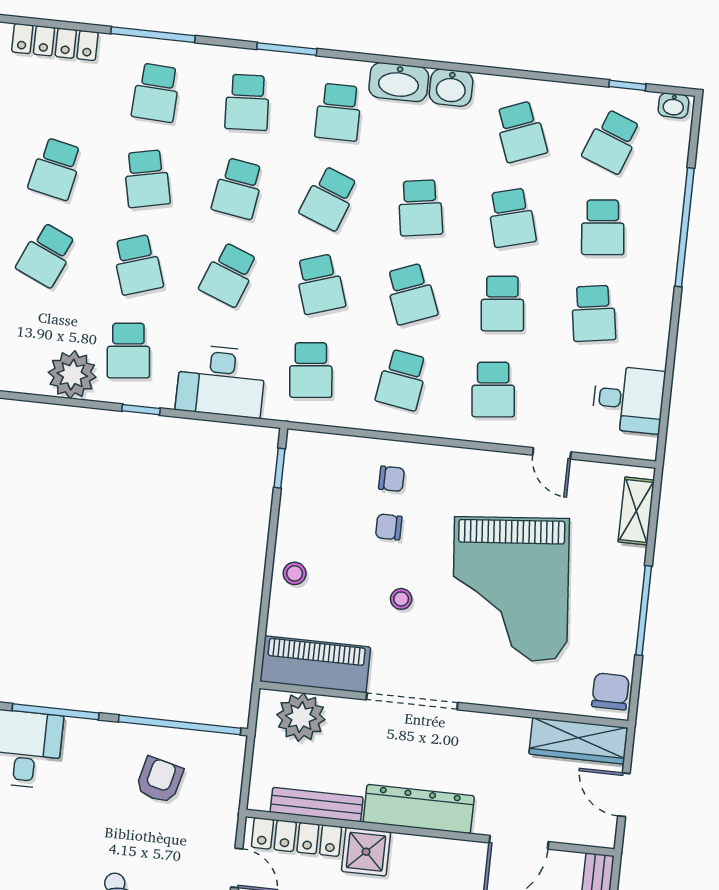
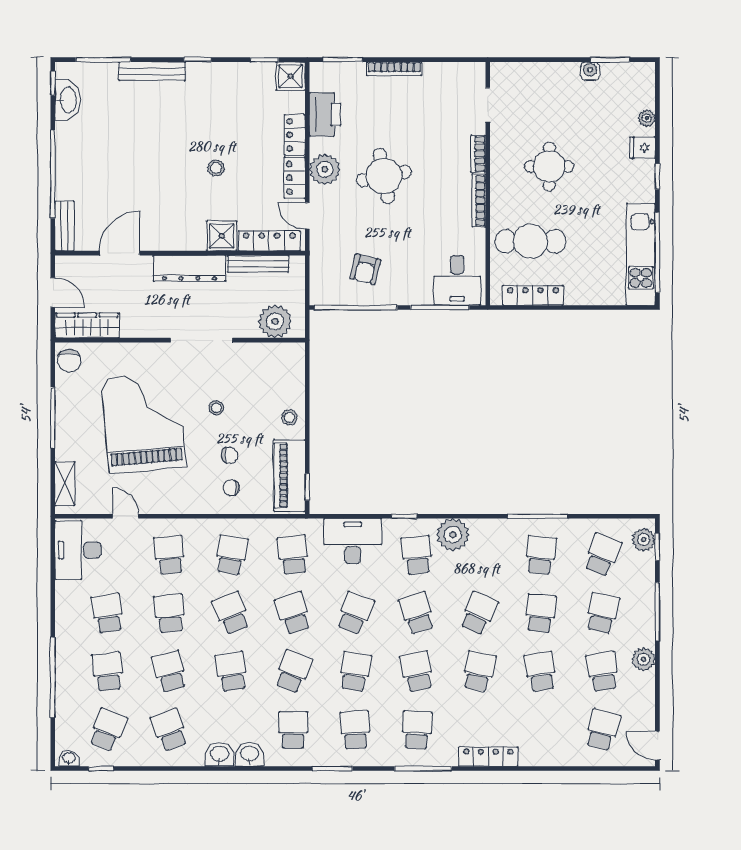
washbasin: (399, 82) -> (249, 754), width x0.72
desk: (628, 399) -> (78, 550), width x1.37
piano: (315, 664) -> (289, 476), moved, turned 90

